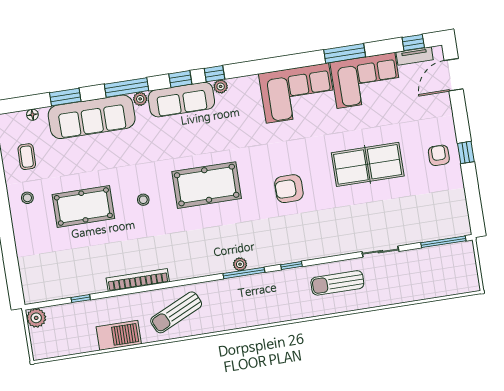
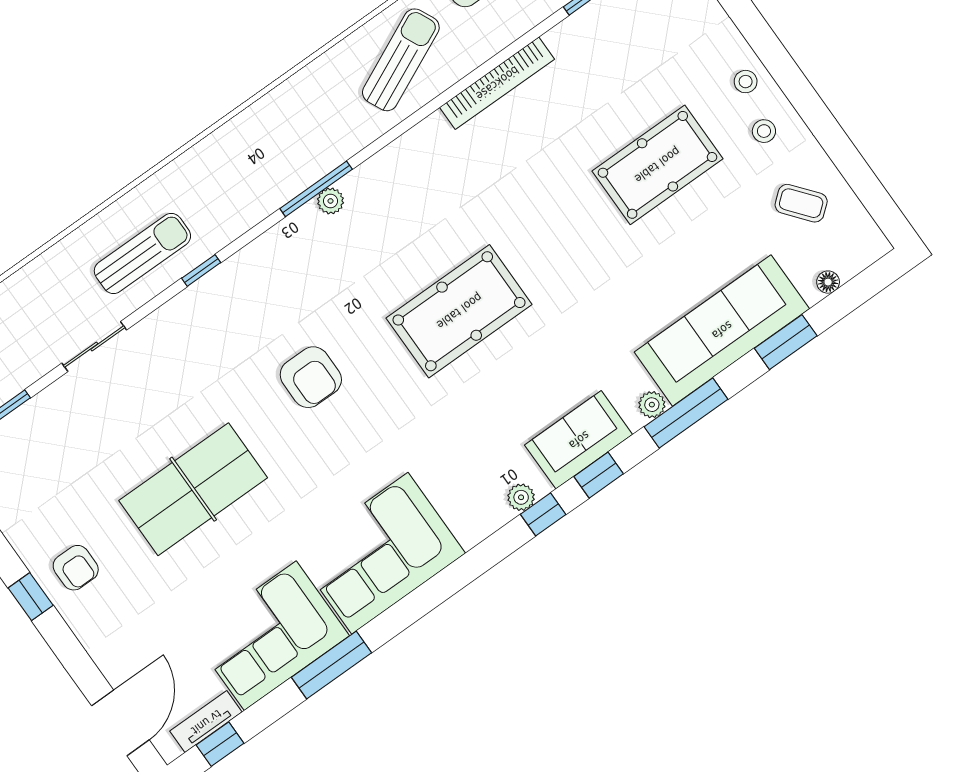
sofa: (181, 100) -> (579, 440), width x0.73
coffee table: (27, 157) -> (801, 203), turned -40
armchair: (289, 189) -> (311, 377), turned 90
stool: (143, 200) -> (746, 82), moved
window: (292, 266) -> (201, 270), moved

